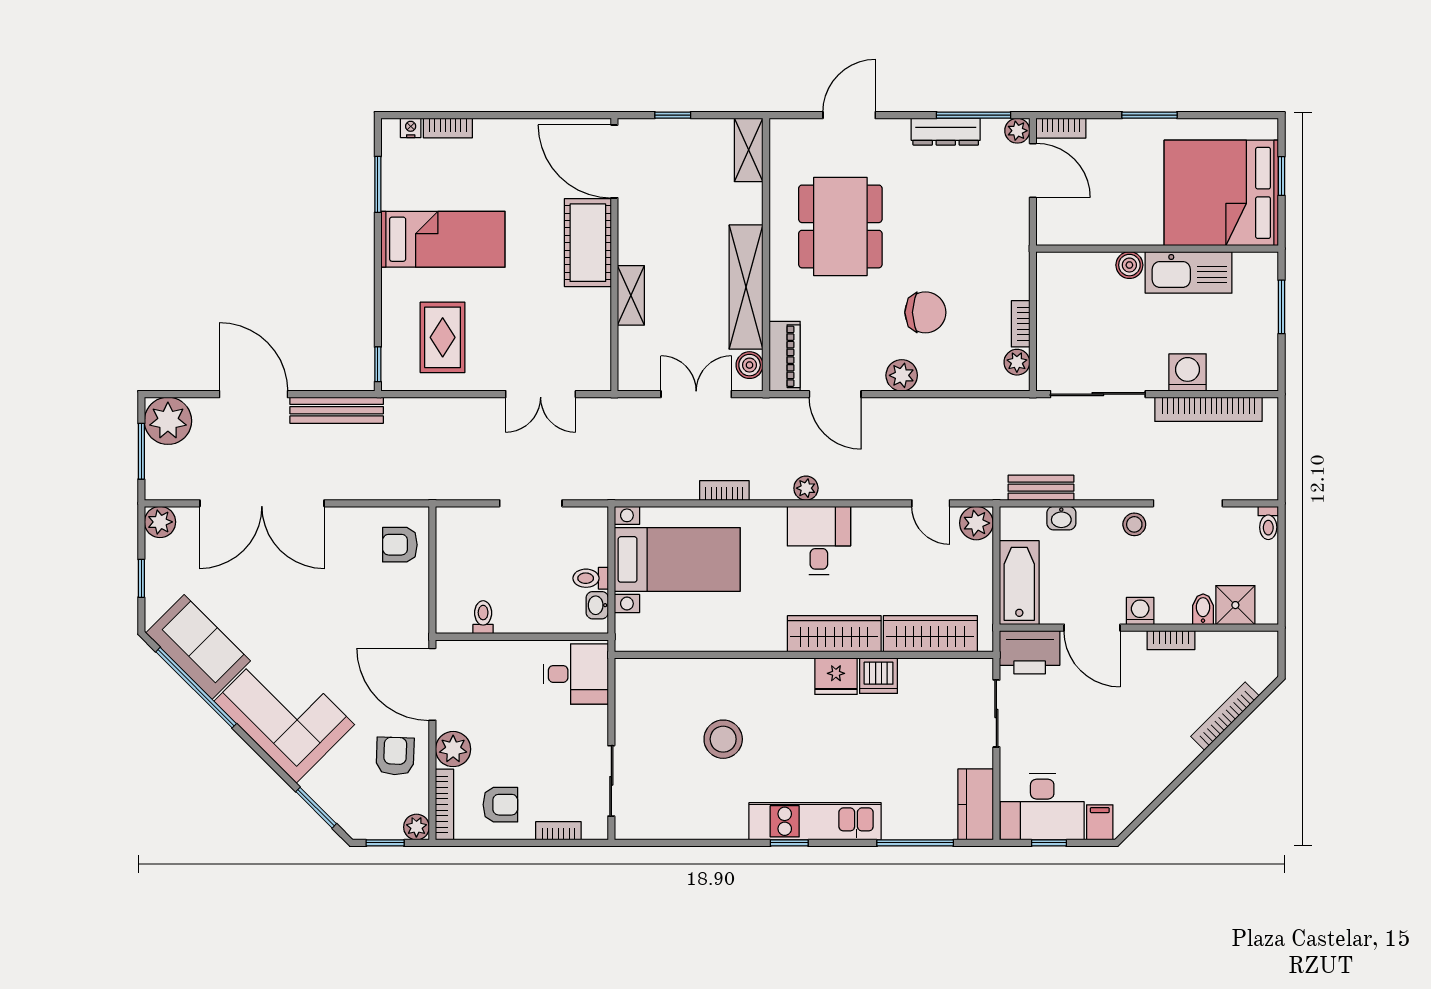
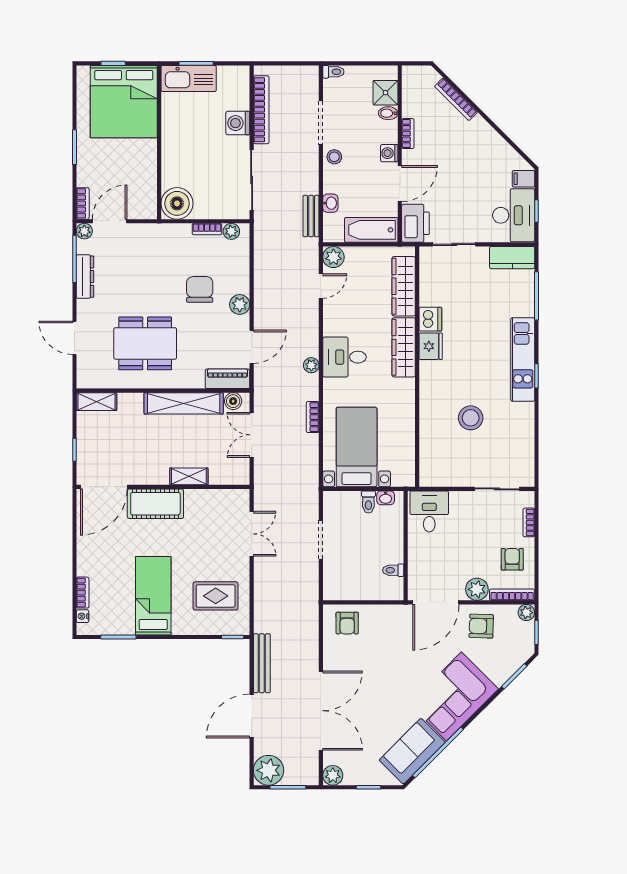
boiler: (1129, 265) -> (177, 203), moved, width x1.86, depth x1.86
kitchen sink: (1189, 272) -> (189, 78), moved, turned 90

